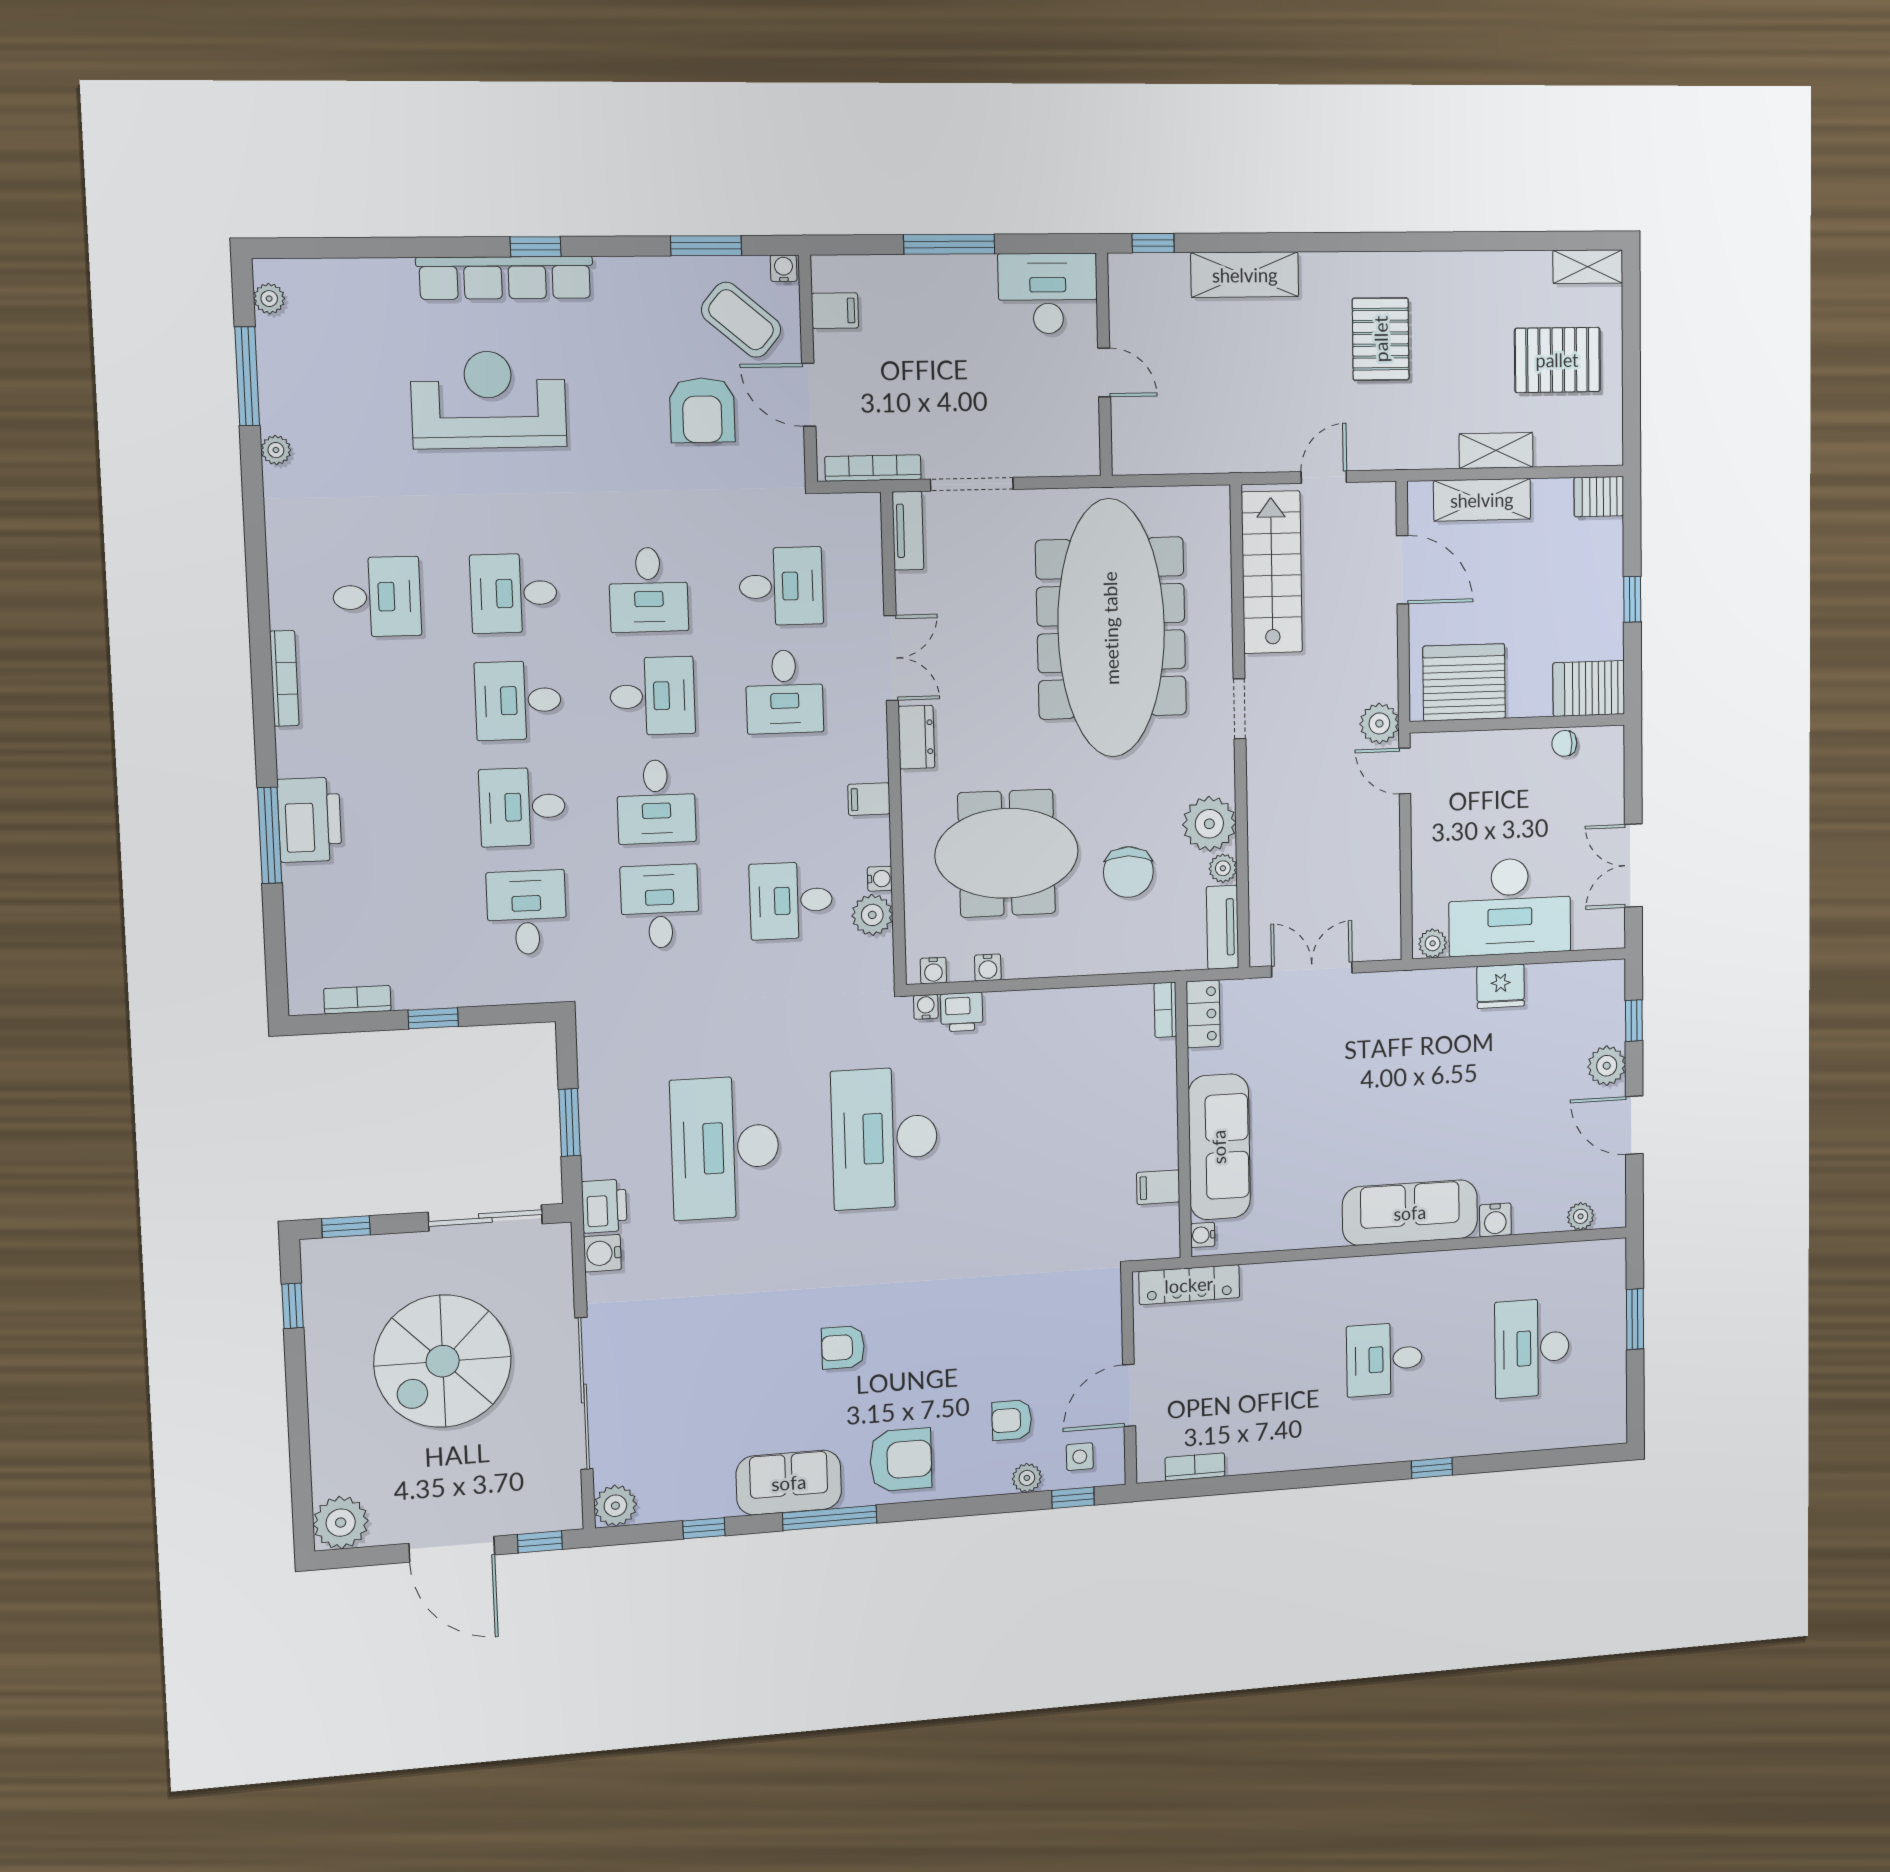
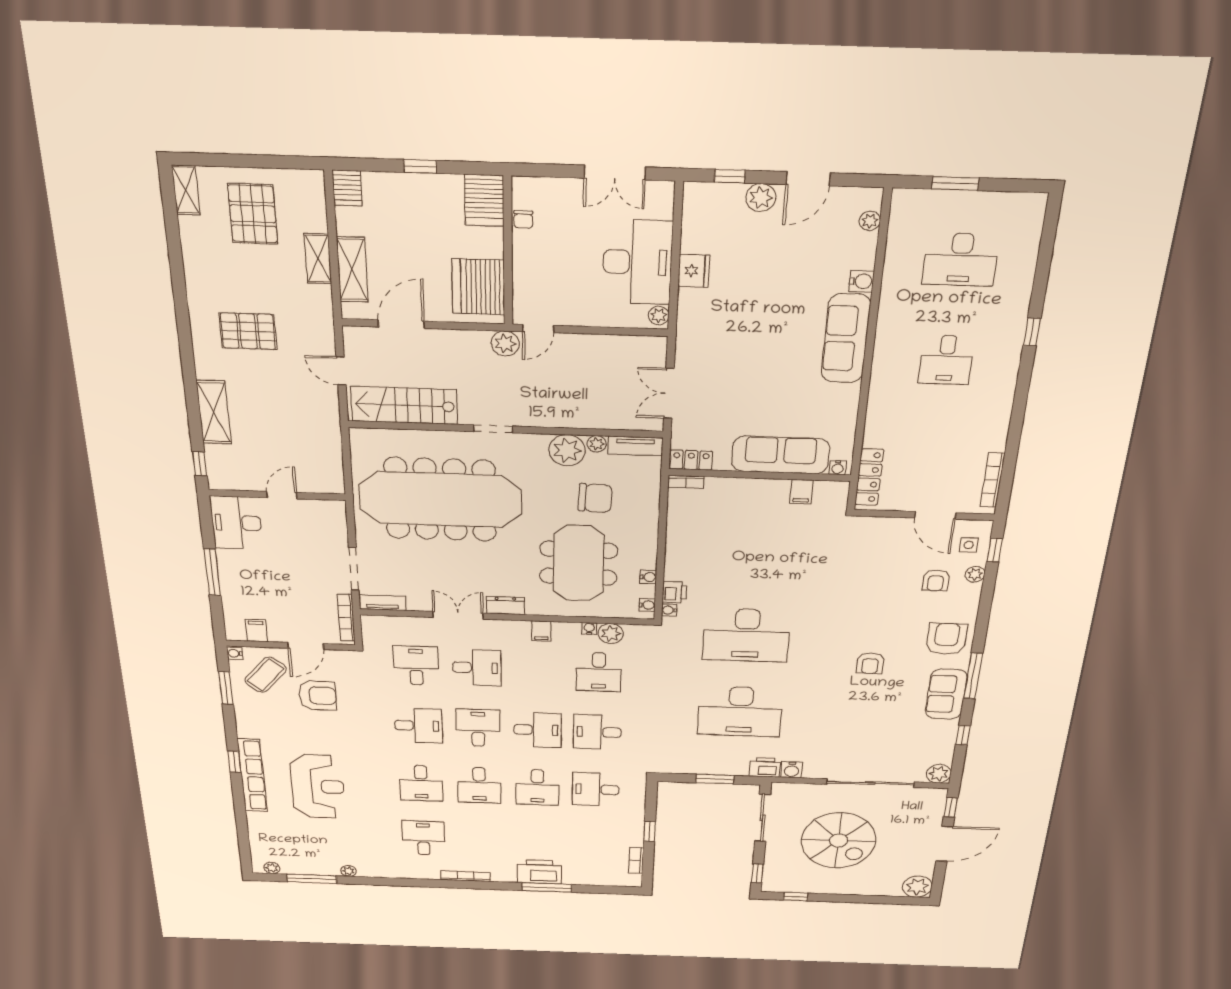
reception desk: (489, 400) -> (318, 786), turned 180
bookcase: (1195, 1467) -> (992, 480), width x1.56

